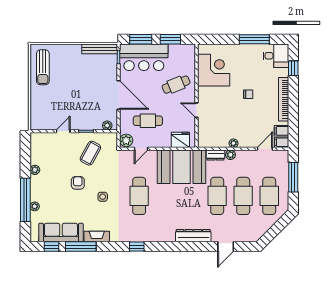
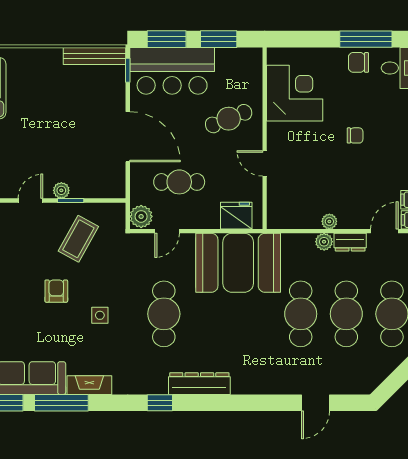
chair: (250, 53) -> (359, 62), added
plant: (107, 125) -> (61, 190), moved
dresser: (216, 155) -> (350, 242), moved
dresser: (193, 236) -> (199, 384), moved

